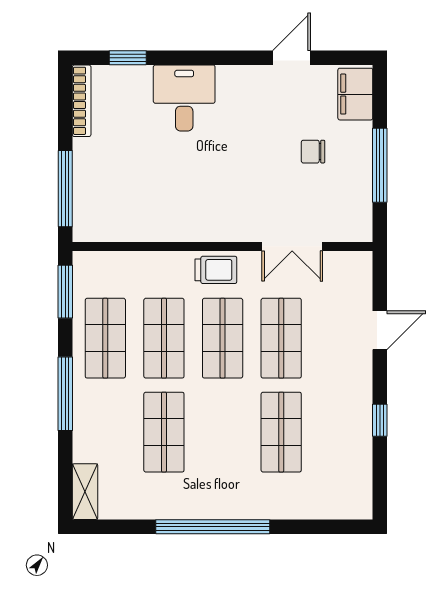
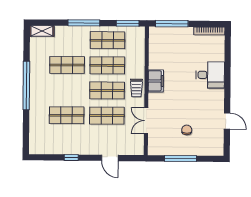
window: (128, 58) -> (228, 51), removed
filing cabinet: (355, 94) -> (156, 81), moved, turned 90

